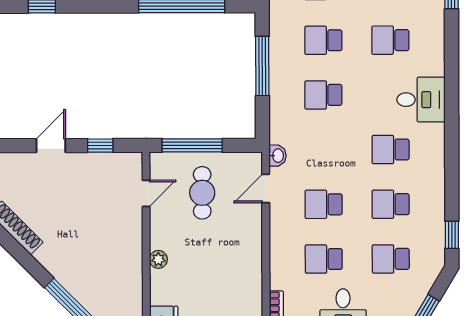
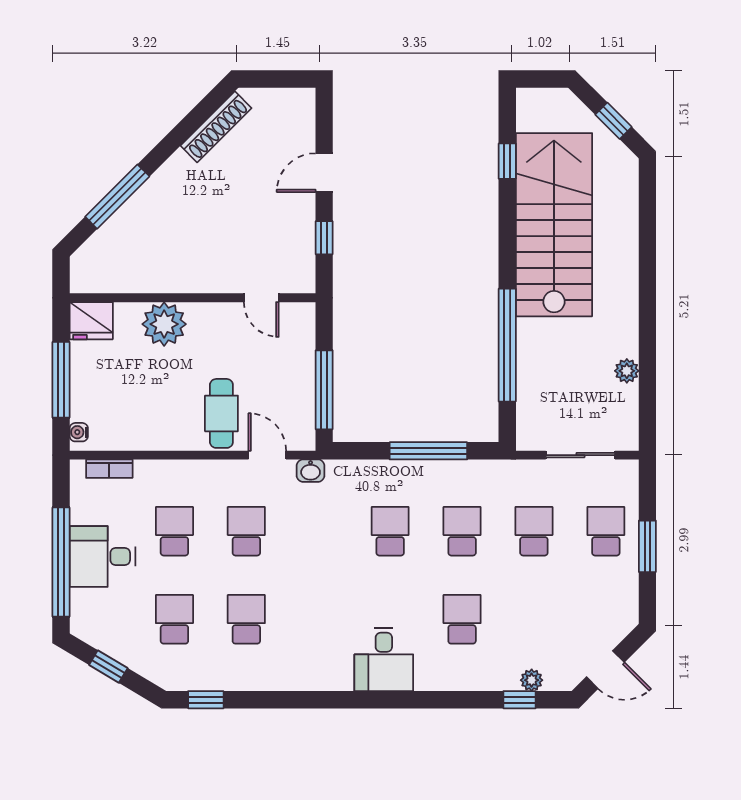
window: (192, 145) -> (324, 390), moved
door: (51, 146) -> (324, 173), swing flipped
school desk: (391, 150) -> (318, 619), removed
cafe table: (202, 193) -> (221, 413), moved, turned 90
plant: (158, 259) -> (164, 324), width x1.88, depth x1.88

